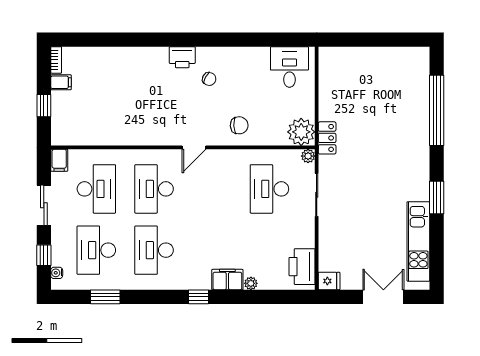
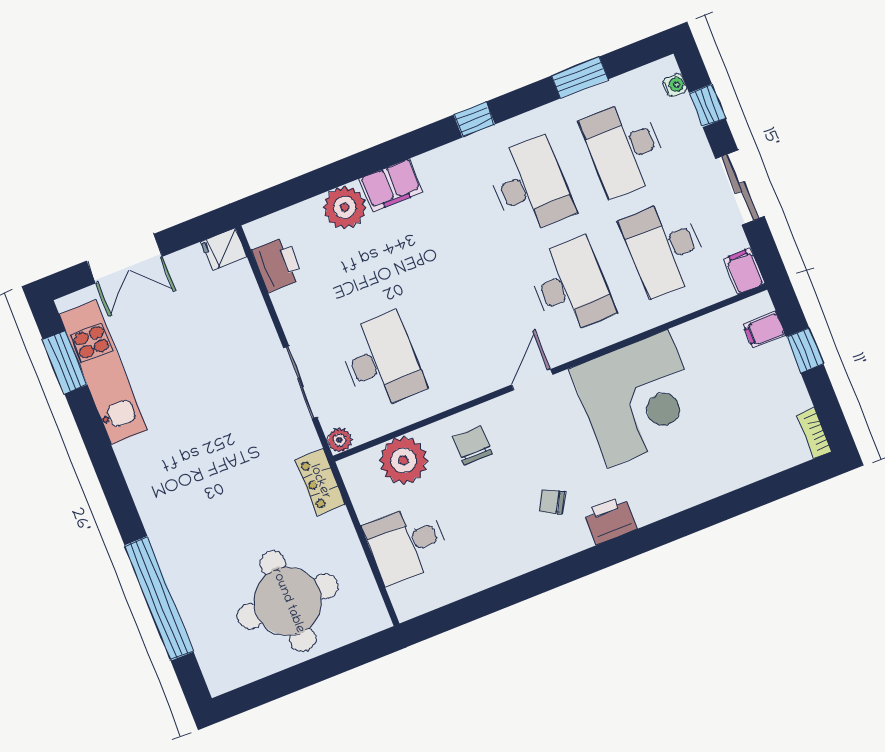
desk: (289, 67) -> (406, 544), moved, turned 90
filing cabinet: (61, 82) -> (764, 330), moved
round table: (369, 82) -> (288, 601), added
corner desk: (142, 115) -> (638, 399), added
chair: (239, 125) -> (472, 445), turned 93
plant: (301, 132) -> (404, 460), moved
window: (437, 198) -> (65, 362), moved
desk: (96, 250) -> (625, 148), turned 180
printer: (302, 267) -> (277, 265), width x0.73, depth x0.84
plant: (251, 283) -> (345, 207), width x1.87, depth x1.87
window: (199, 297) -> (474, 120), moved

